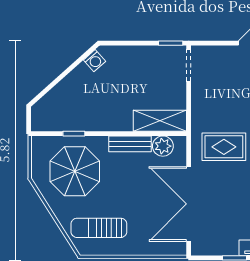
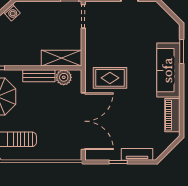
double door: (189, 204) -> (83, 121), swing flipped

